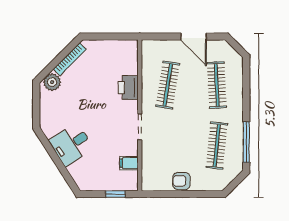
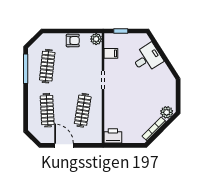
printer: (128, 88) -> (113, 136), moved, turned -90
desk: (71, 145) -> (147, 58), moved
plant: (149, 183) -> (96, 39), added

